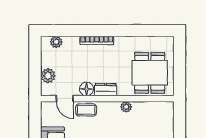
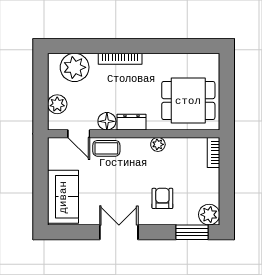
plant: (56, 42) -> (75, 67), width x1.87, depth x1.87
dining table: (150, 73) -> (188, 101), turned 90
bookcase: (169, 113) -> (214, 152), added

